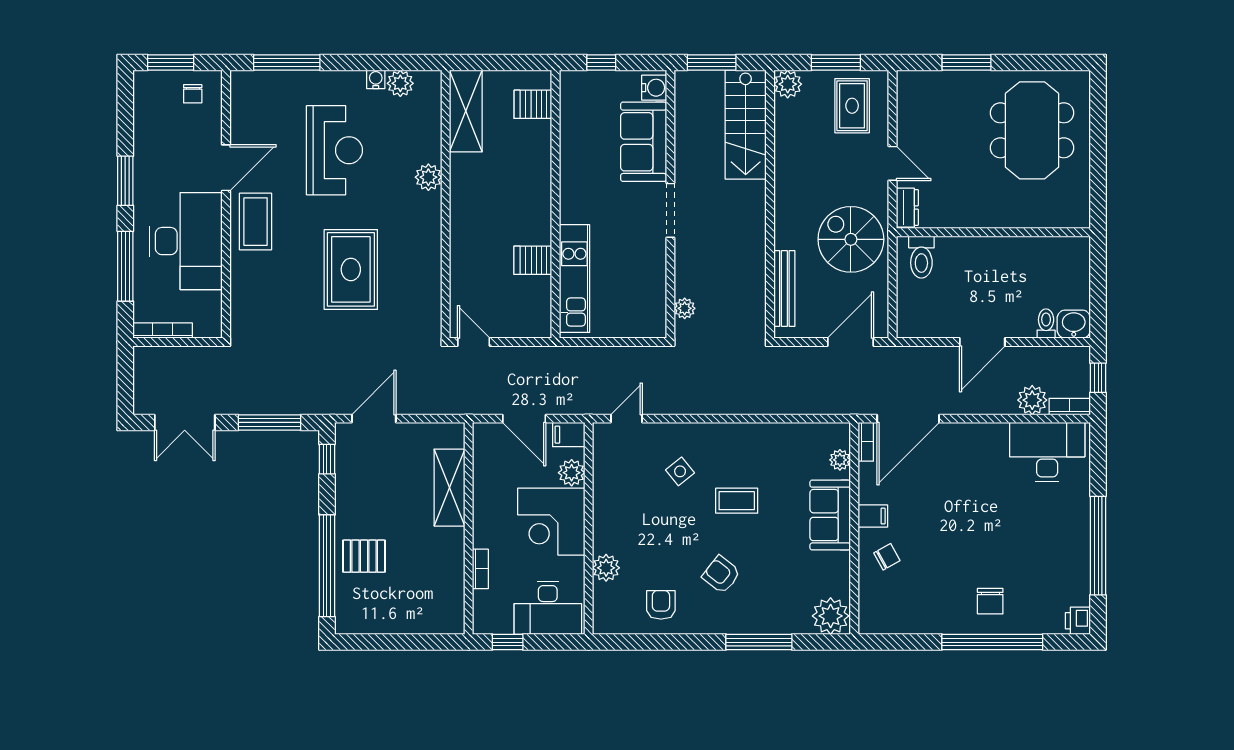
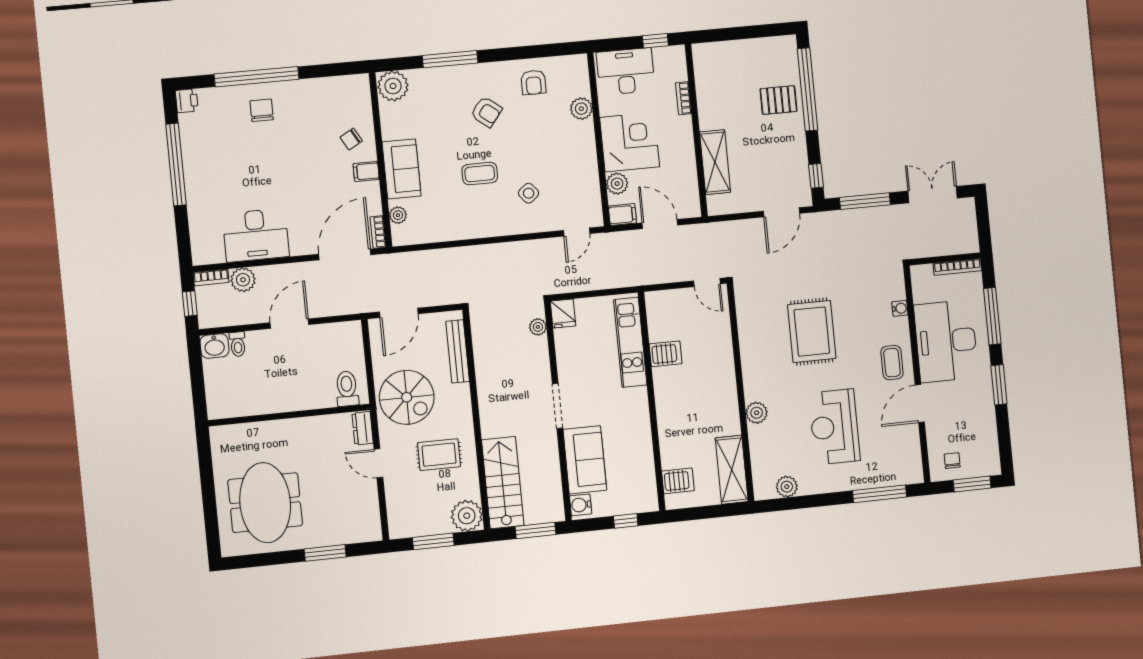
water cooler: (376, 79) -> (900, 308), moved, turned -90
plant: (788, 84) -> (467, 516), width x1.36, depth x1.36
rug: (852, 106) -> (439, 455), moved, turned 90
coffee table: (256, 222) -> (892, 363), width x0.73, depth x0.77
fridge: (653, 322) -> (563, 314), added
desk: (1047, 452) -> (256, 235), moved

